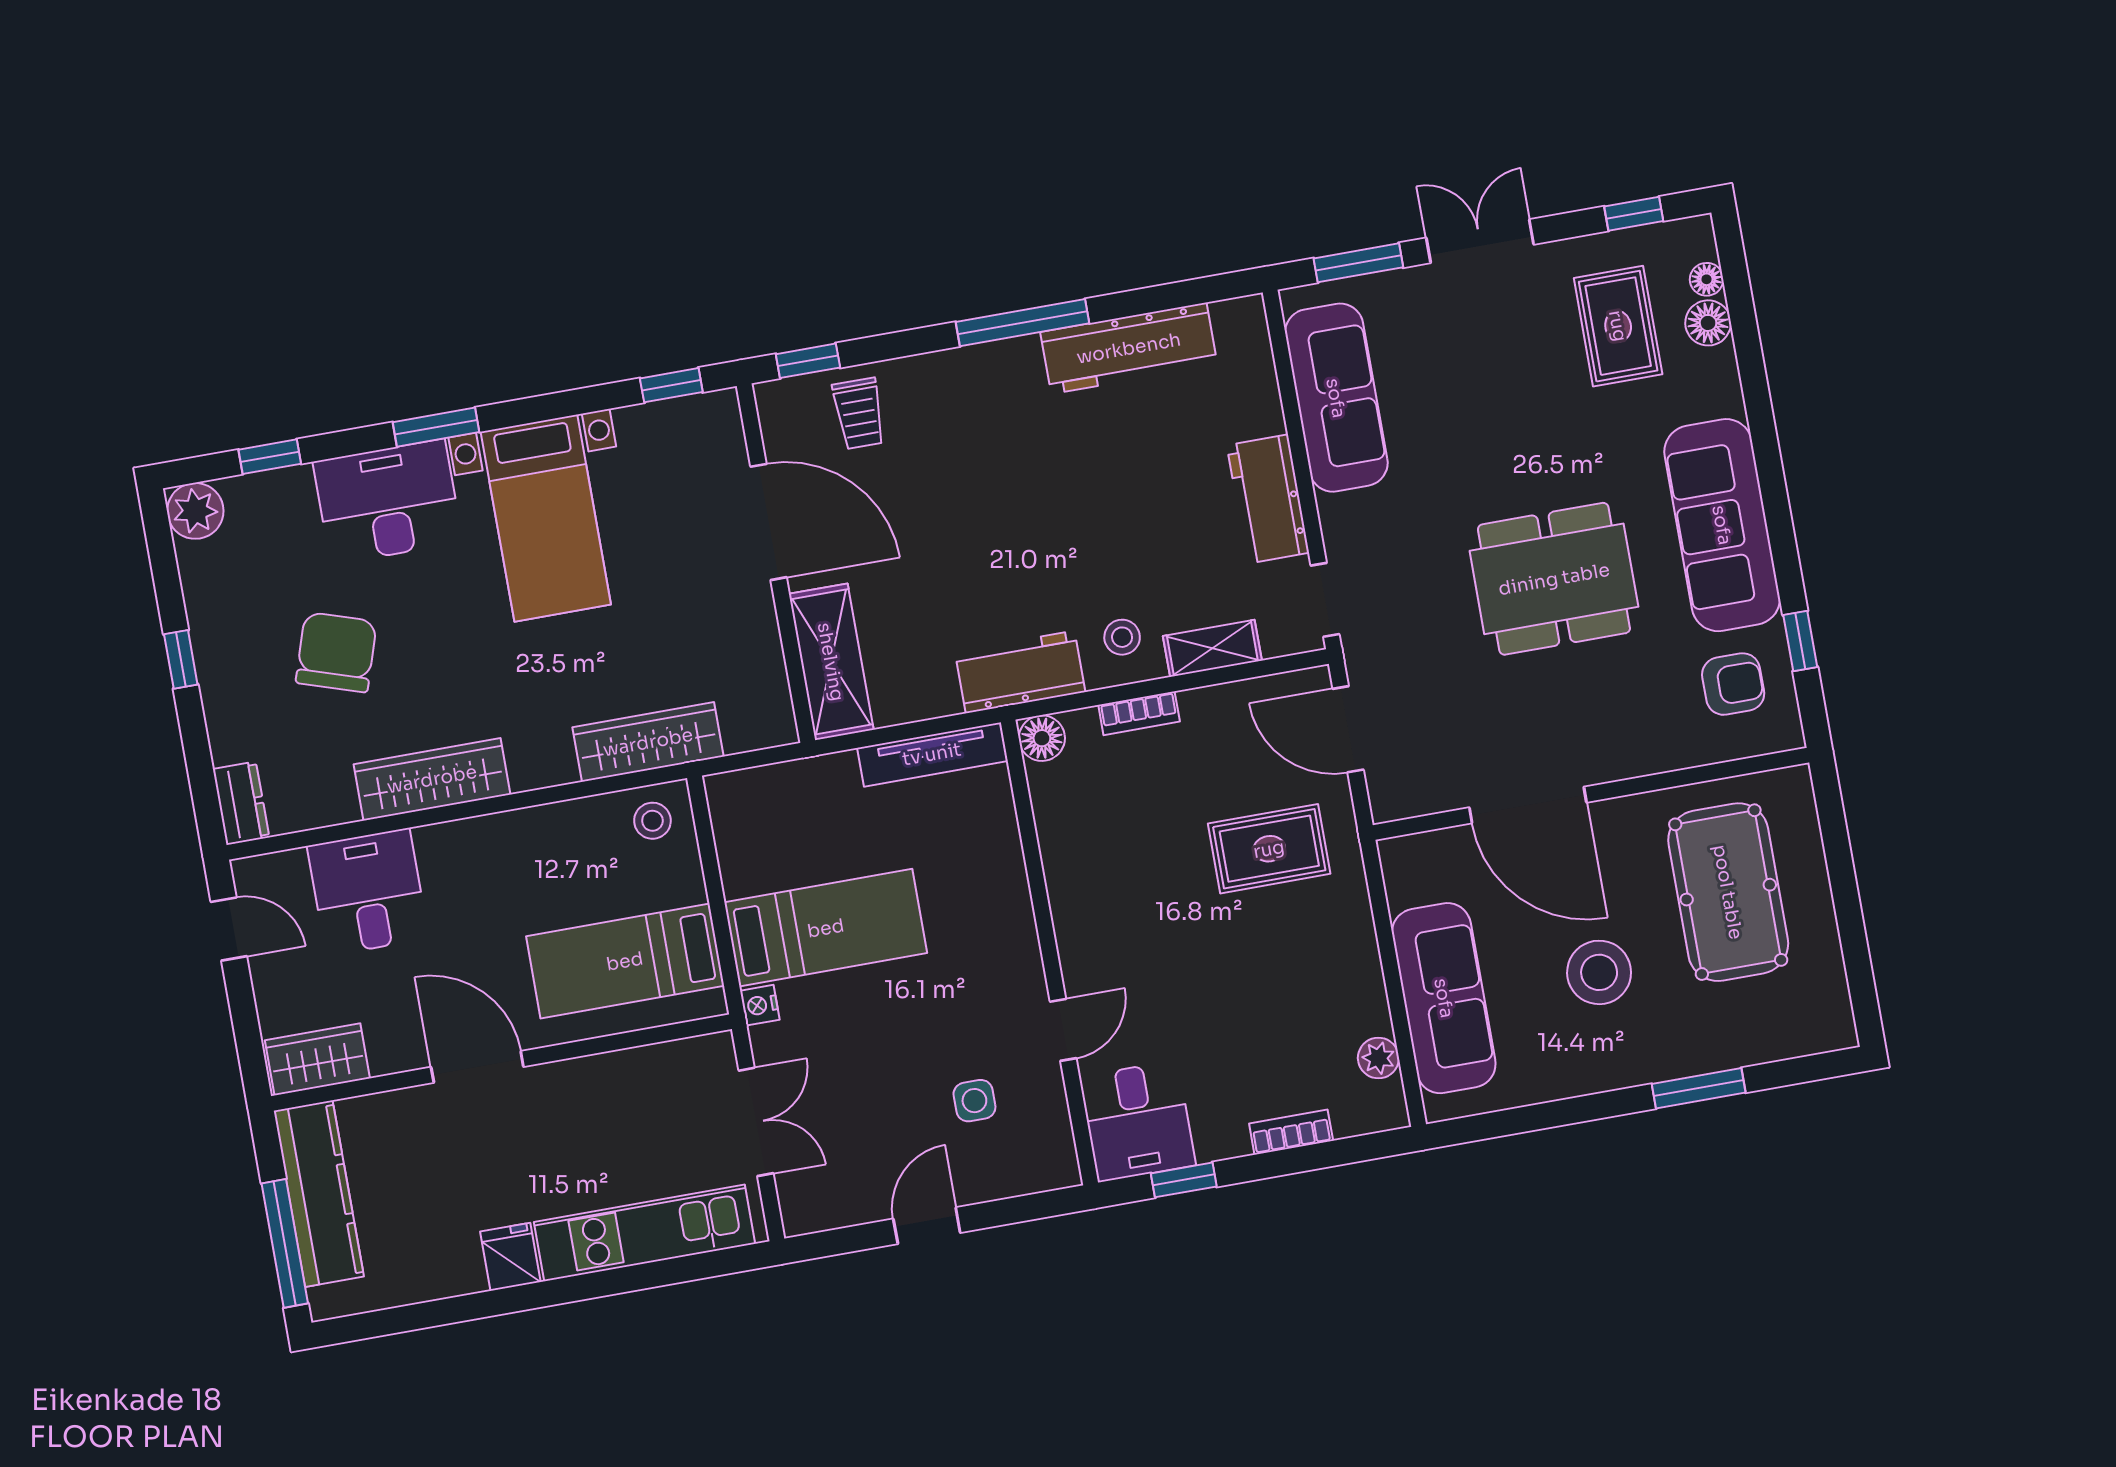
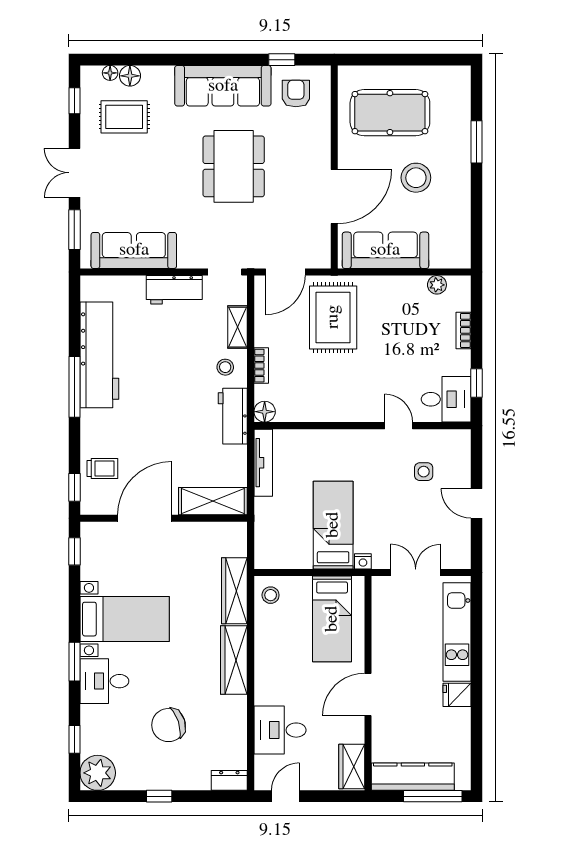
workbench: (1129, 348) -> (99, 355), width x1.36, depth x1.32
desk: (388, 502) -> (104, 681), width x0.73
plant: (195, 511) -> (98, 773), width x1.36, depth x1.36
chair: (336, 652) -> (169, 725), turned -36
wardrobe: (432, 779) -> (234, 660), moved
rug: (1269, 849) -> (333, 317), width x1.36, depth x1.43
sofa: (1444, 998) -> (385, 250), moved

